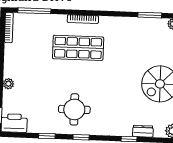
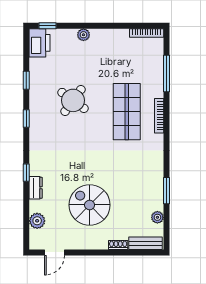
window: (34, 11) -> (166, 74), moved
round table: (74, 109) -> (73, 100), moved, turned 36

